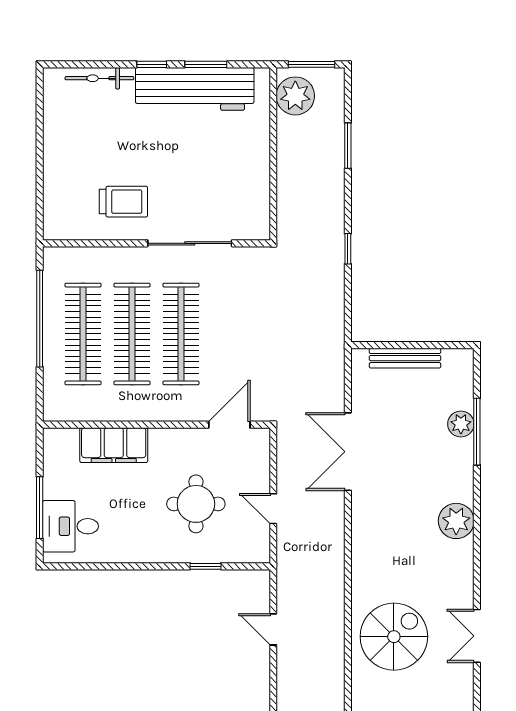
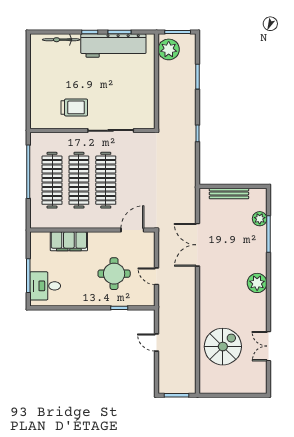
plant: (461, 424) -> (260, 219), moved

